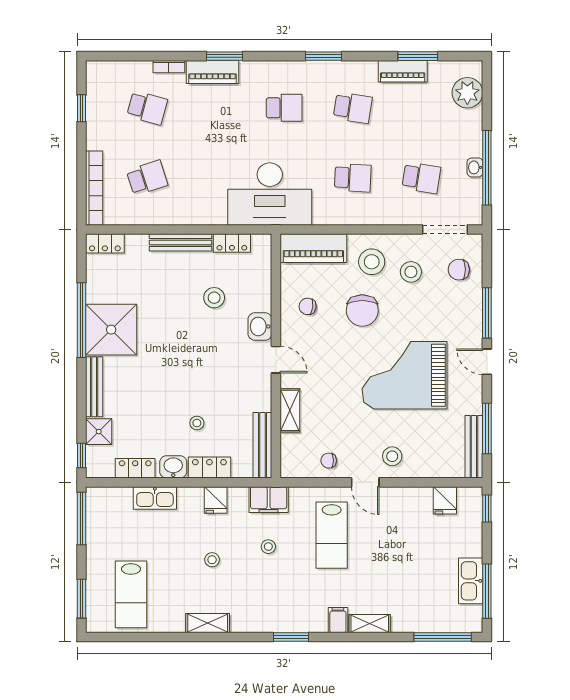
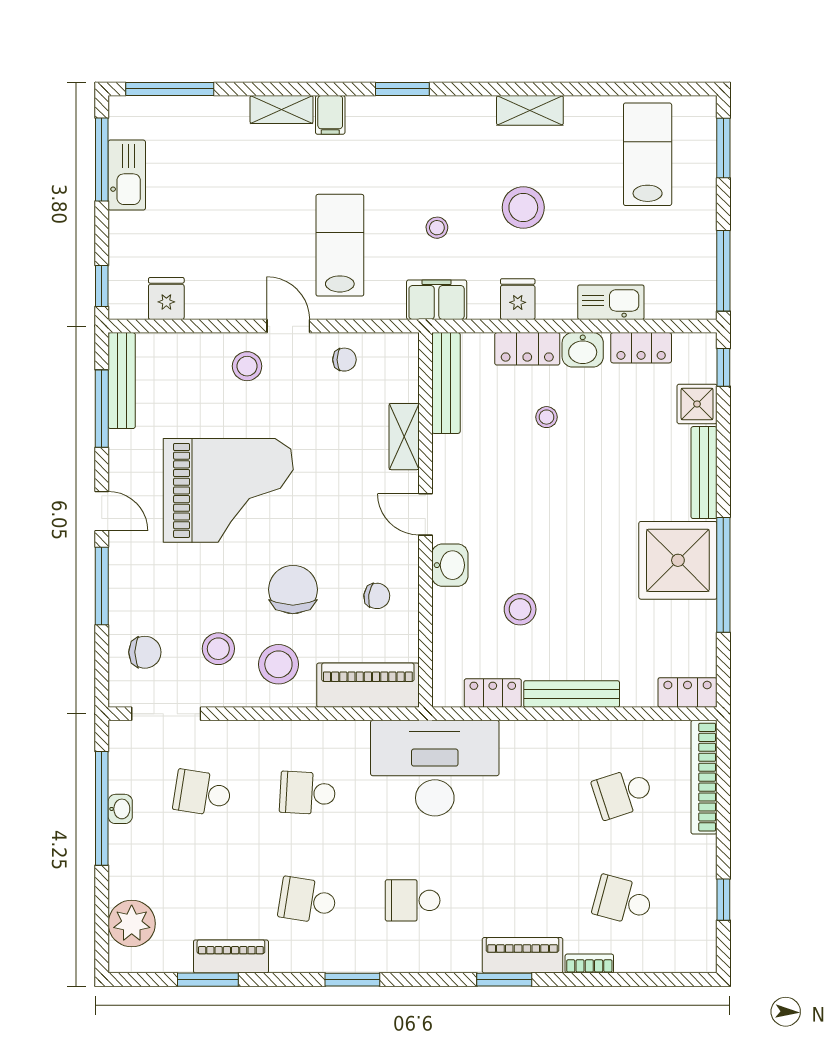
stool: (212, 560) -> (523, 207), width x1.89, depth x1.89

